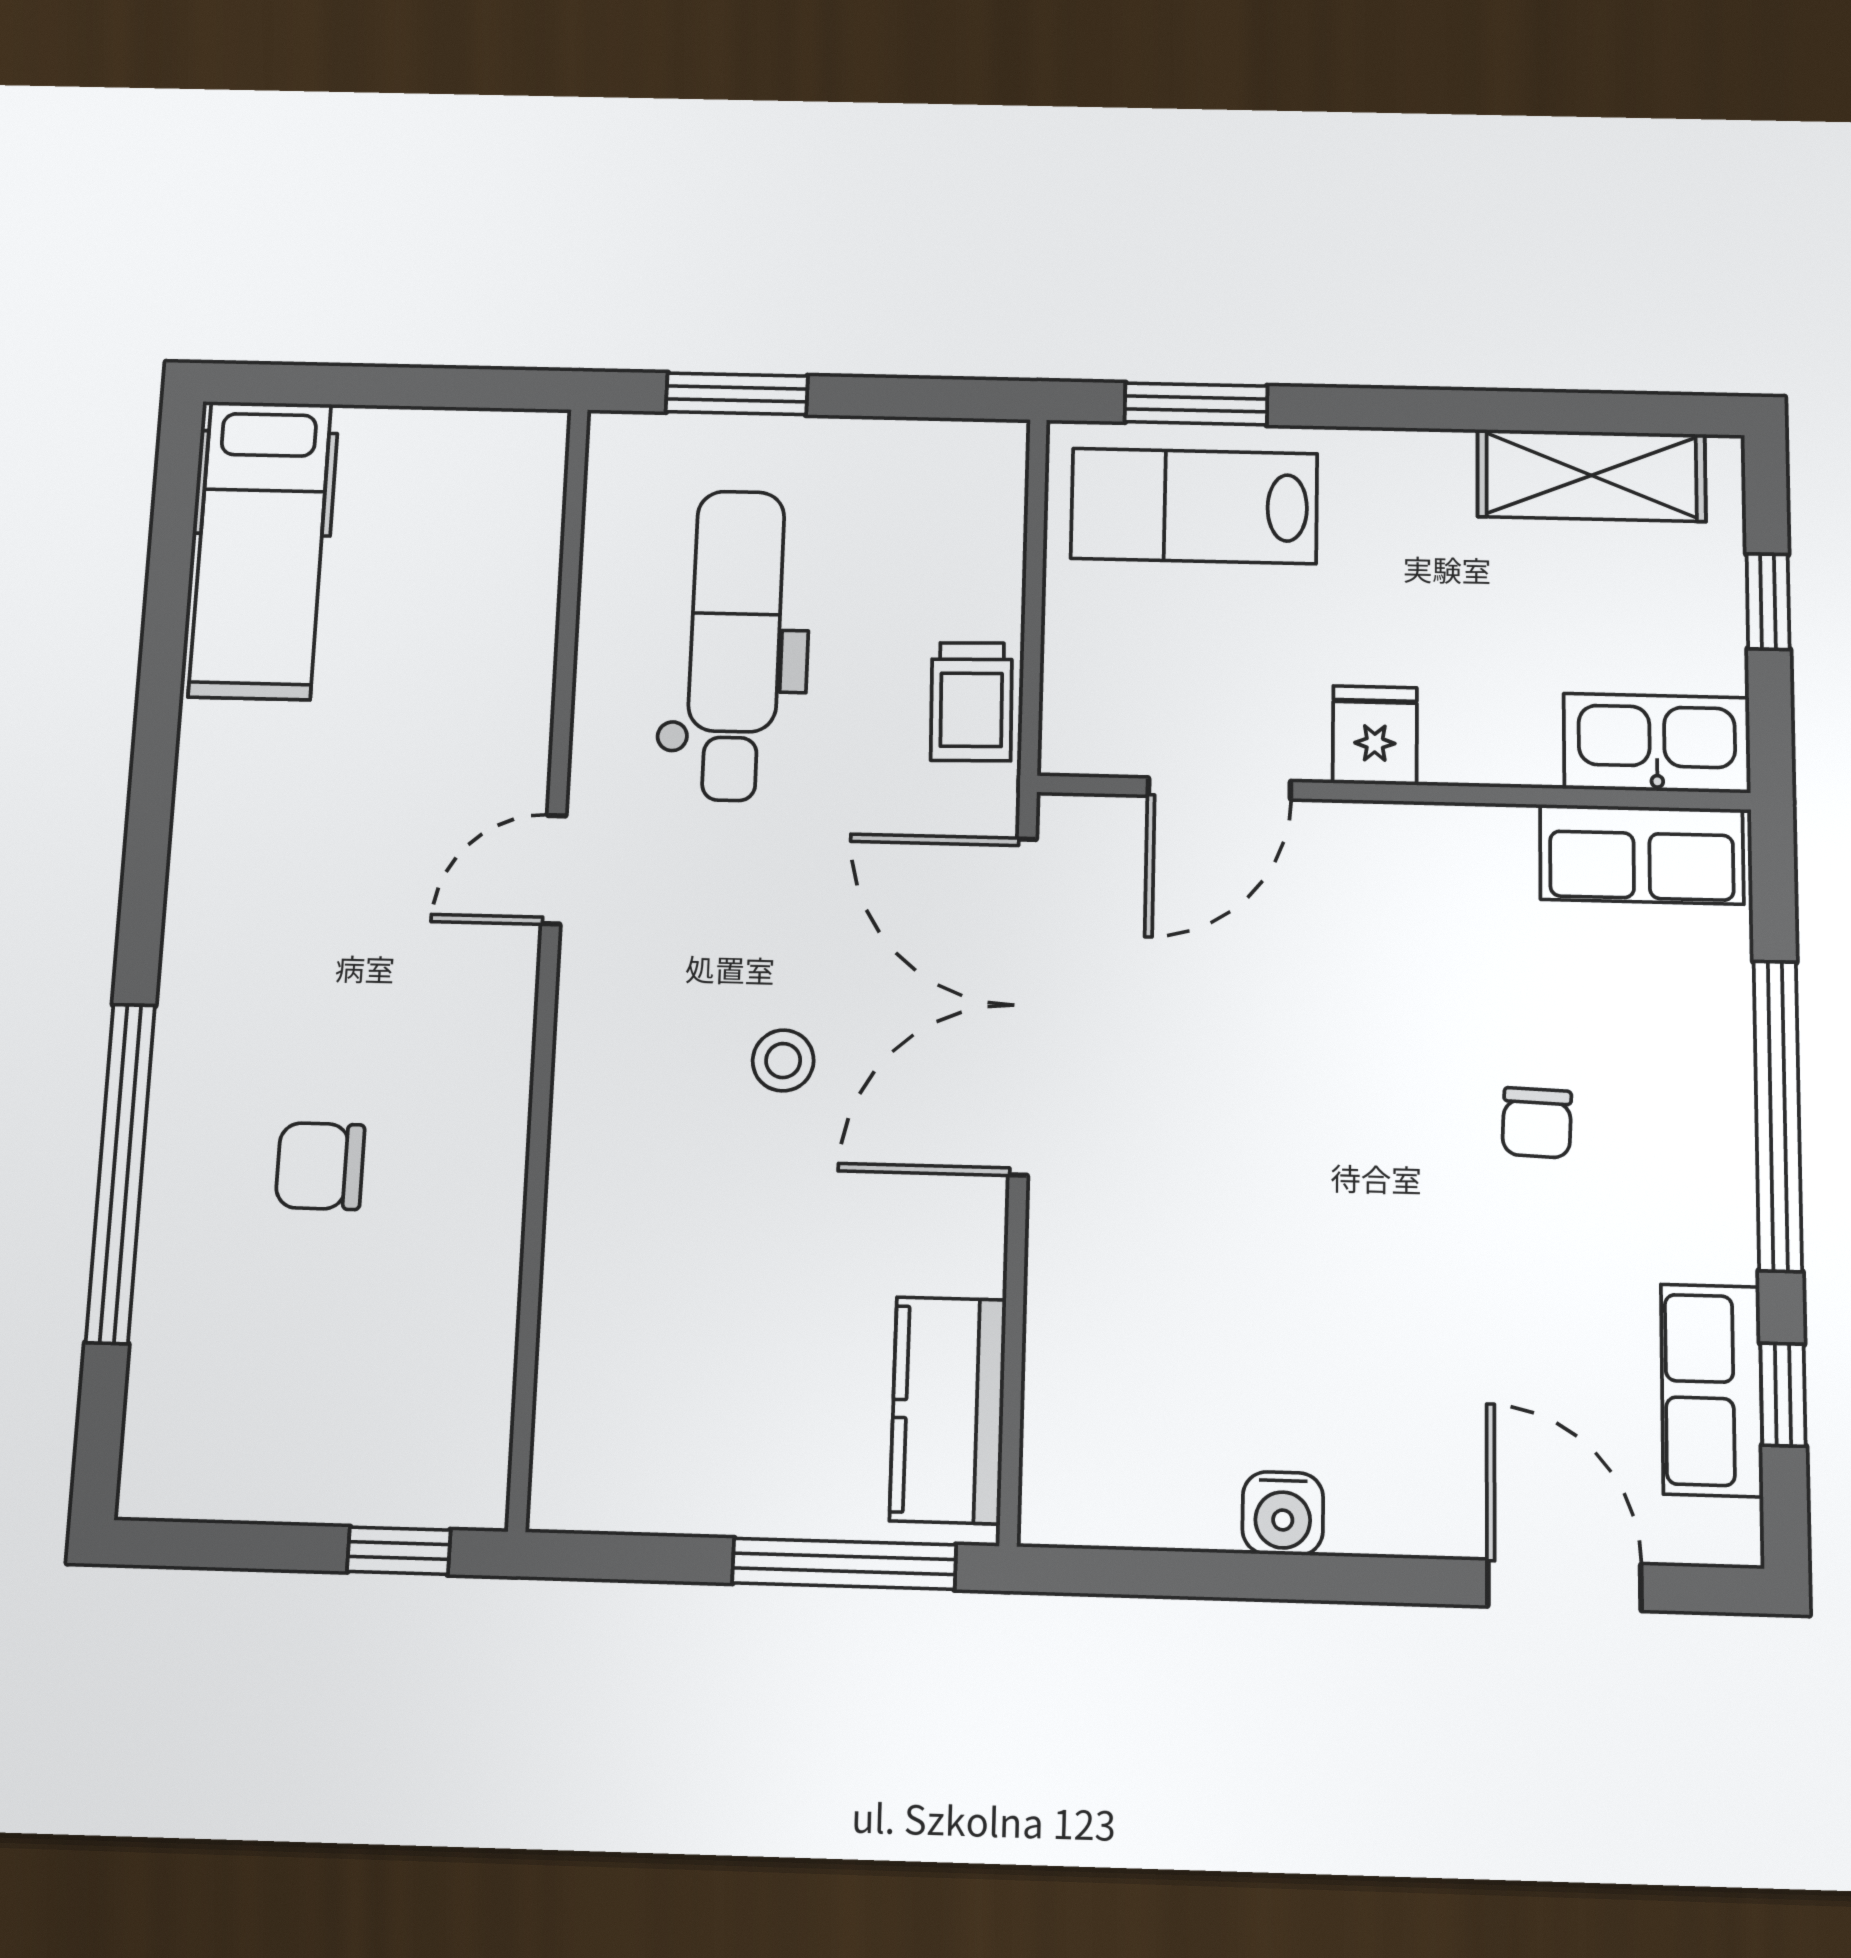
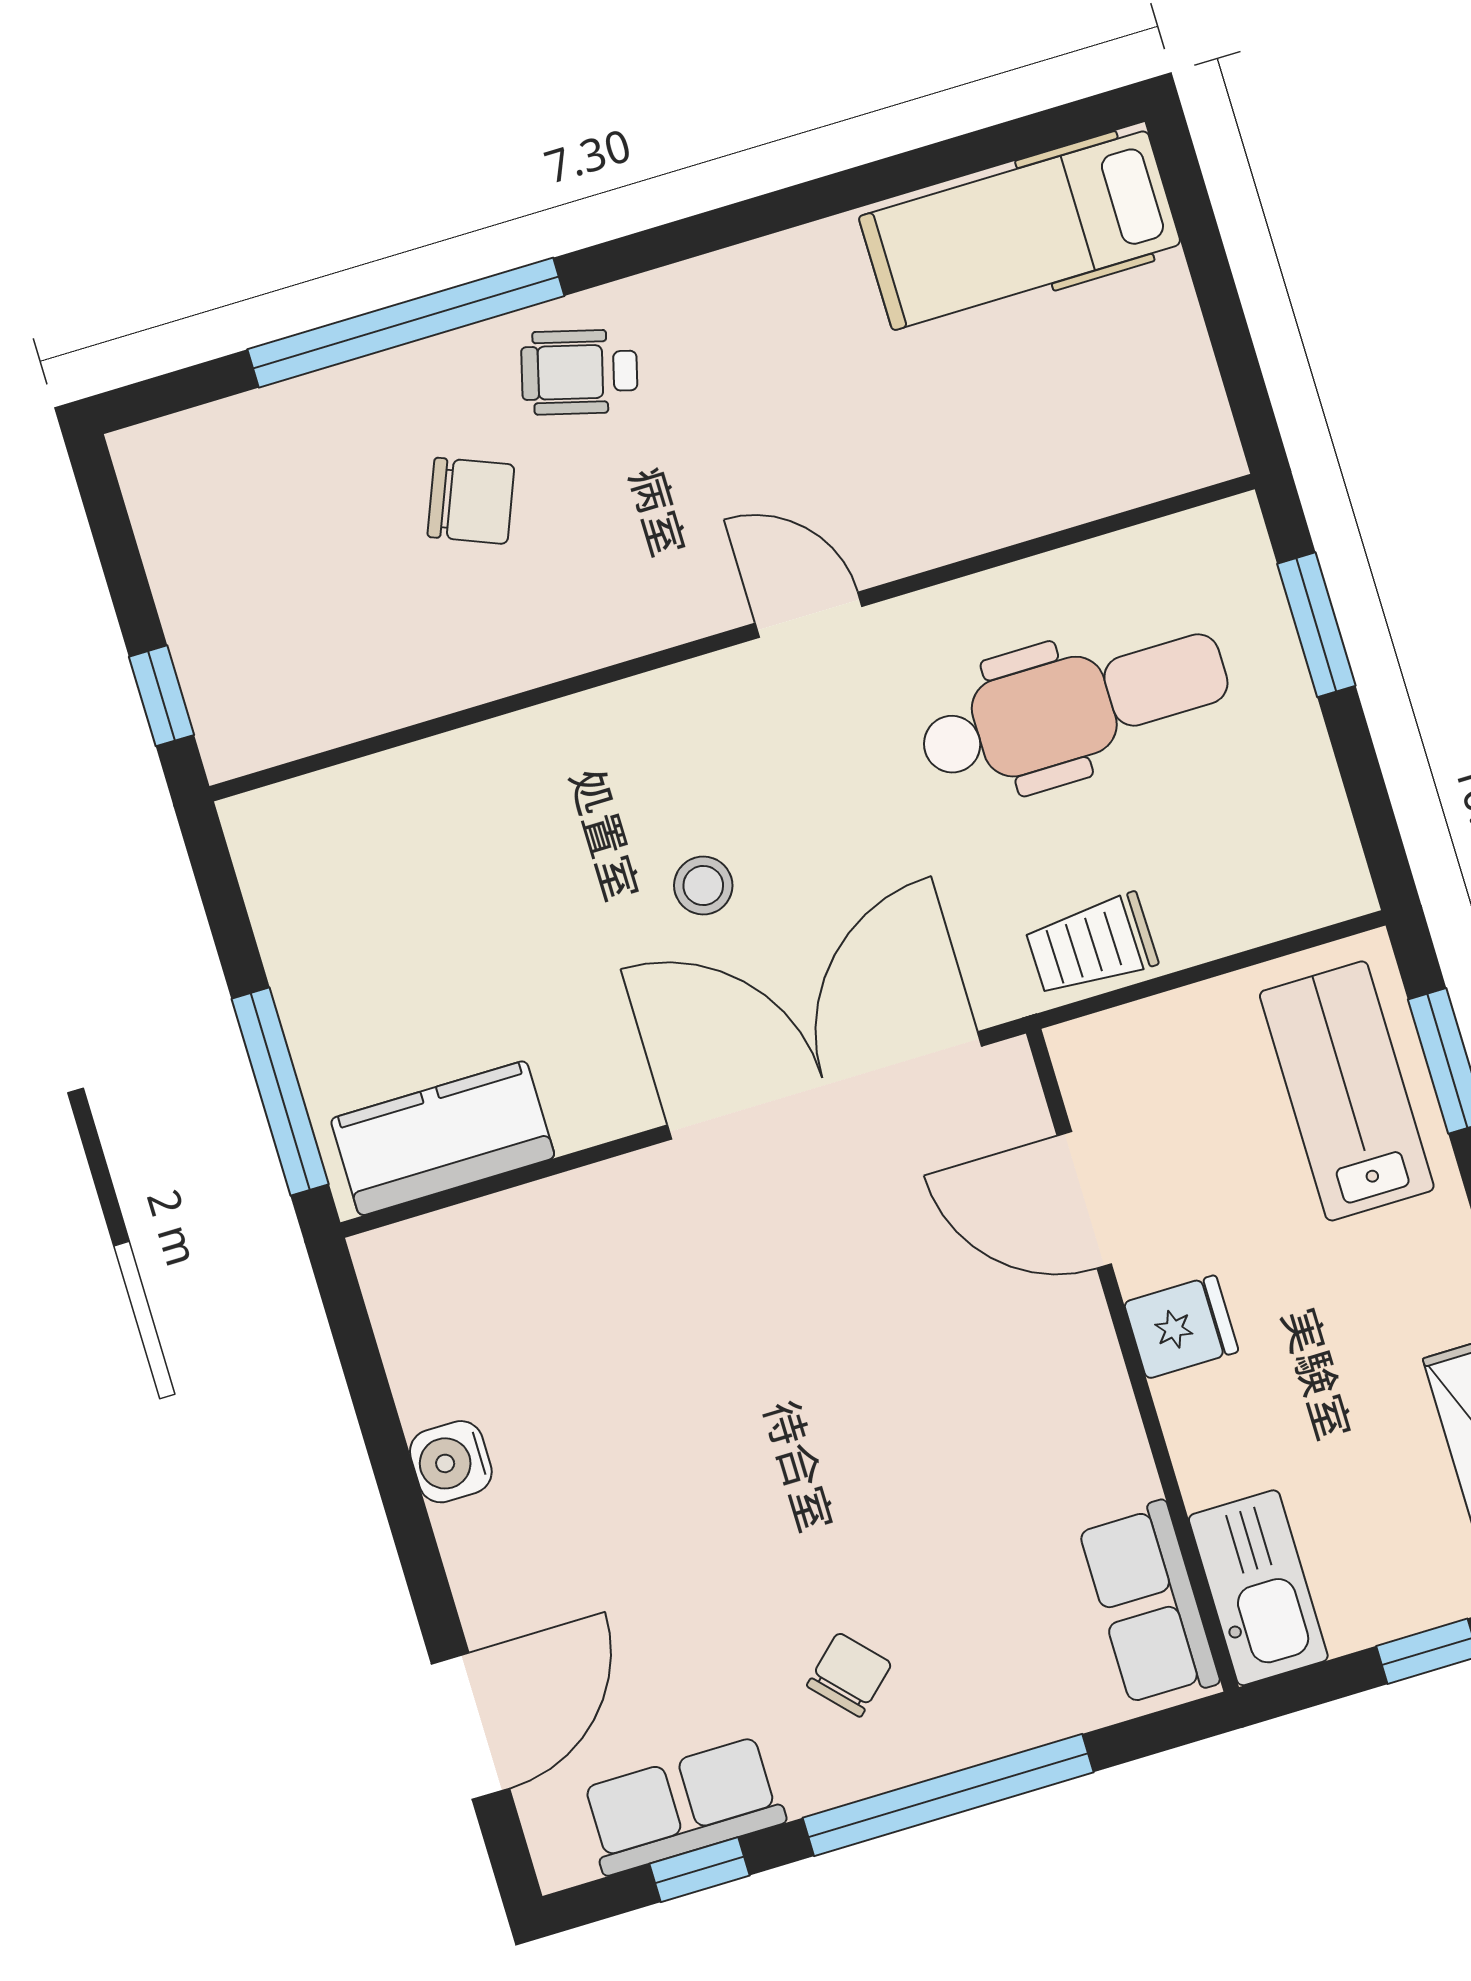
wheelchair: (234, 1016) -> (579, 372), added
chair: (1537, 1123) -> (849, 1675), moved, turned 135
chair: (320, 1166) -> (471, 501), turned 112

